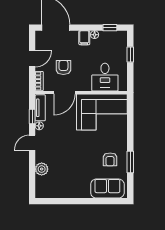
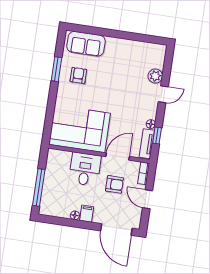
window: (110, 28) -> (57, 221), removed
window: (130, 55) -> (39, 188), width x2.17
door: (32, 59) -> (148, 199), hinge flipped
armchair: (63, 67) -> (114, 184), turned -90
desk: (105, 77) -> (85, 169), moved
door: (32, 143) -> (163, 94), moved

